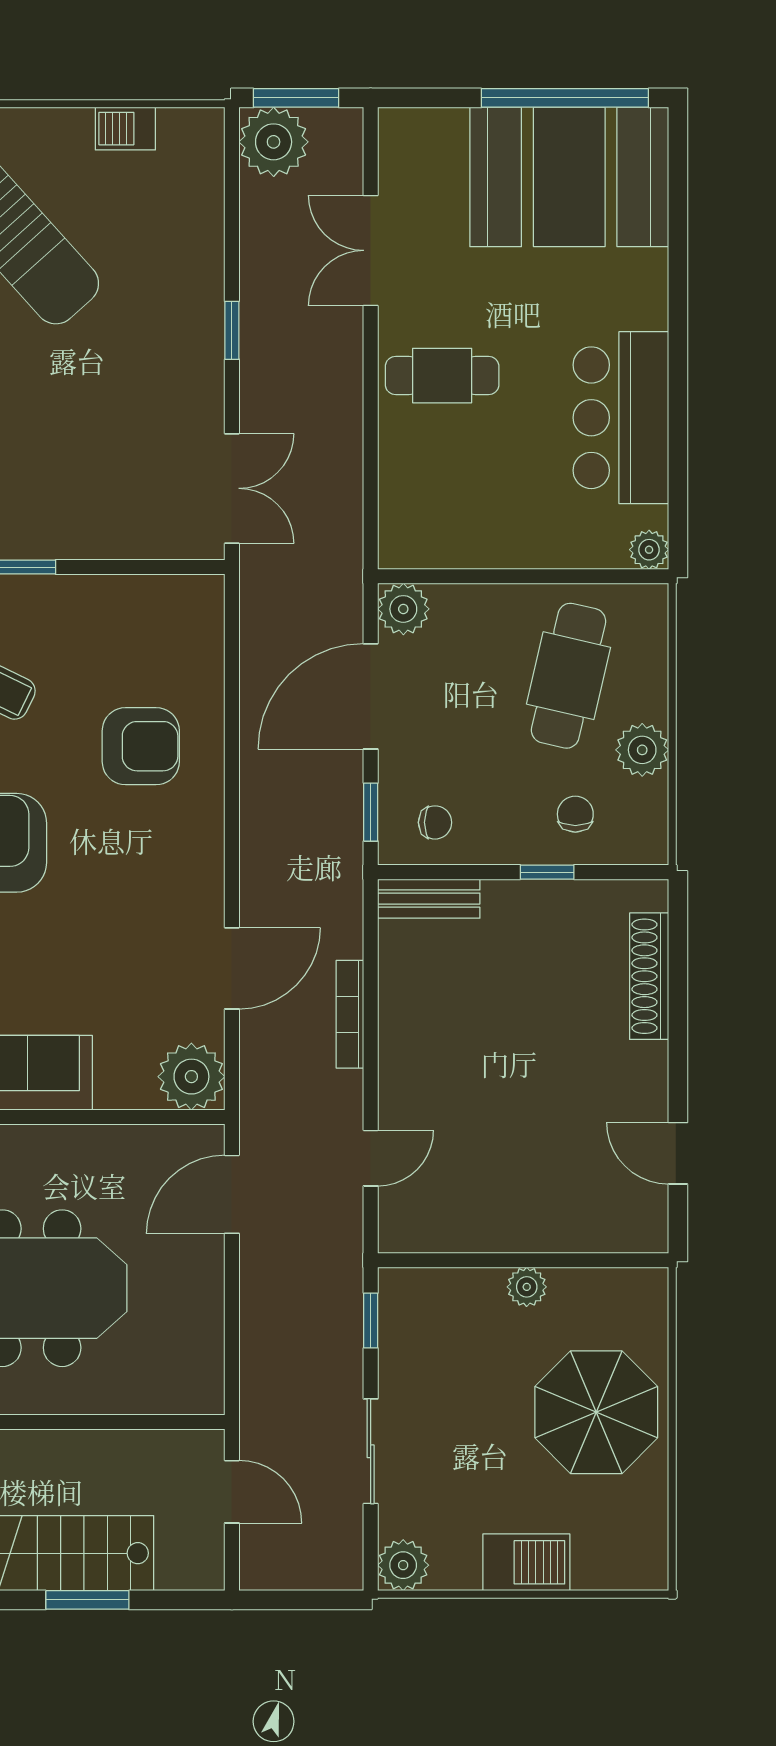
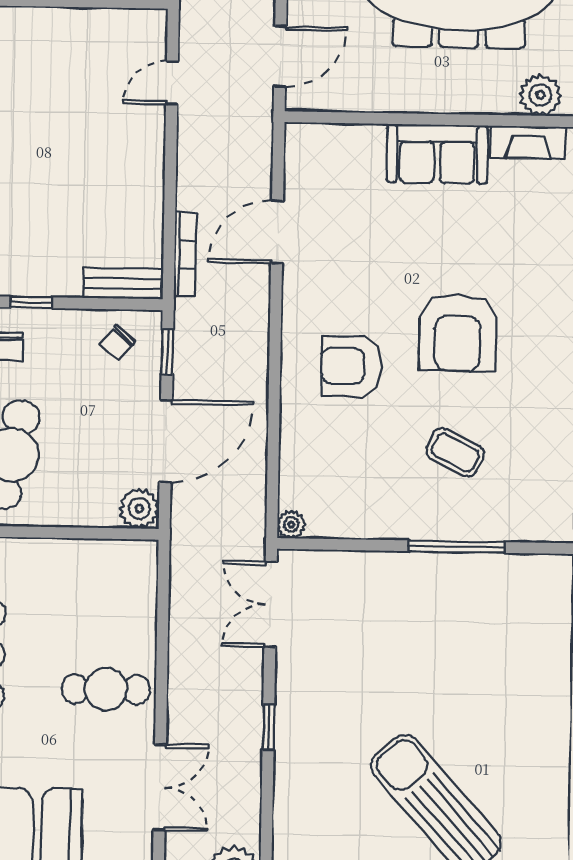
armchair: (141, 746) -> (351, 366), moved
chair: (435, 822) -> (117, 342), turned -49
bookcase: (350, 1014) -> (185, 254), moved
plant: (191, 1077) -> (291, 525), moved, width x0.53, depth x0.53

